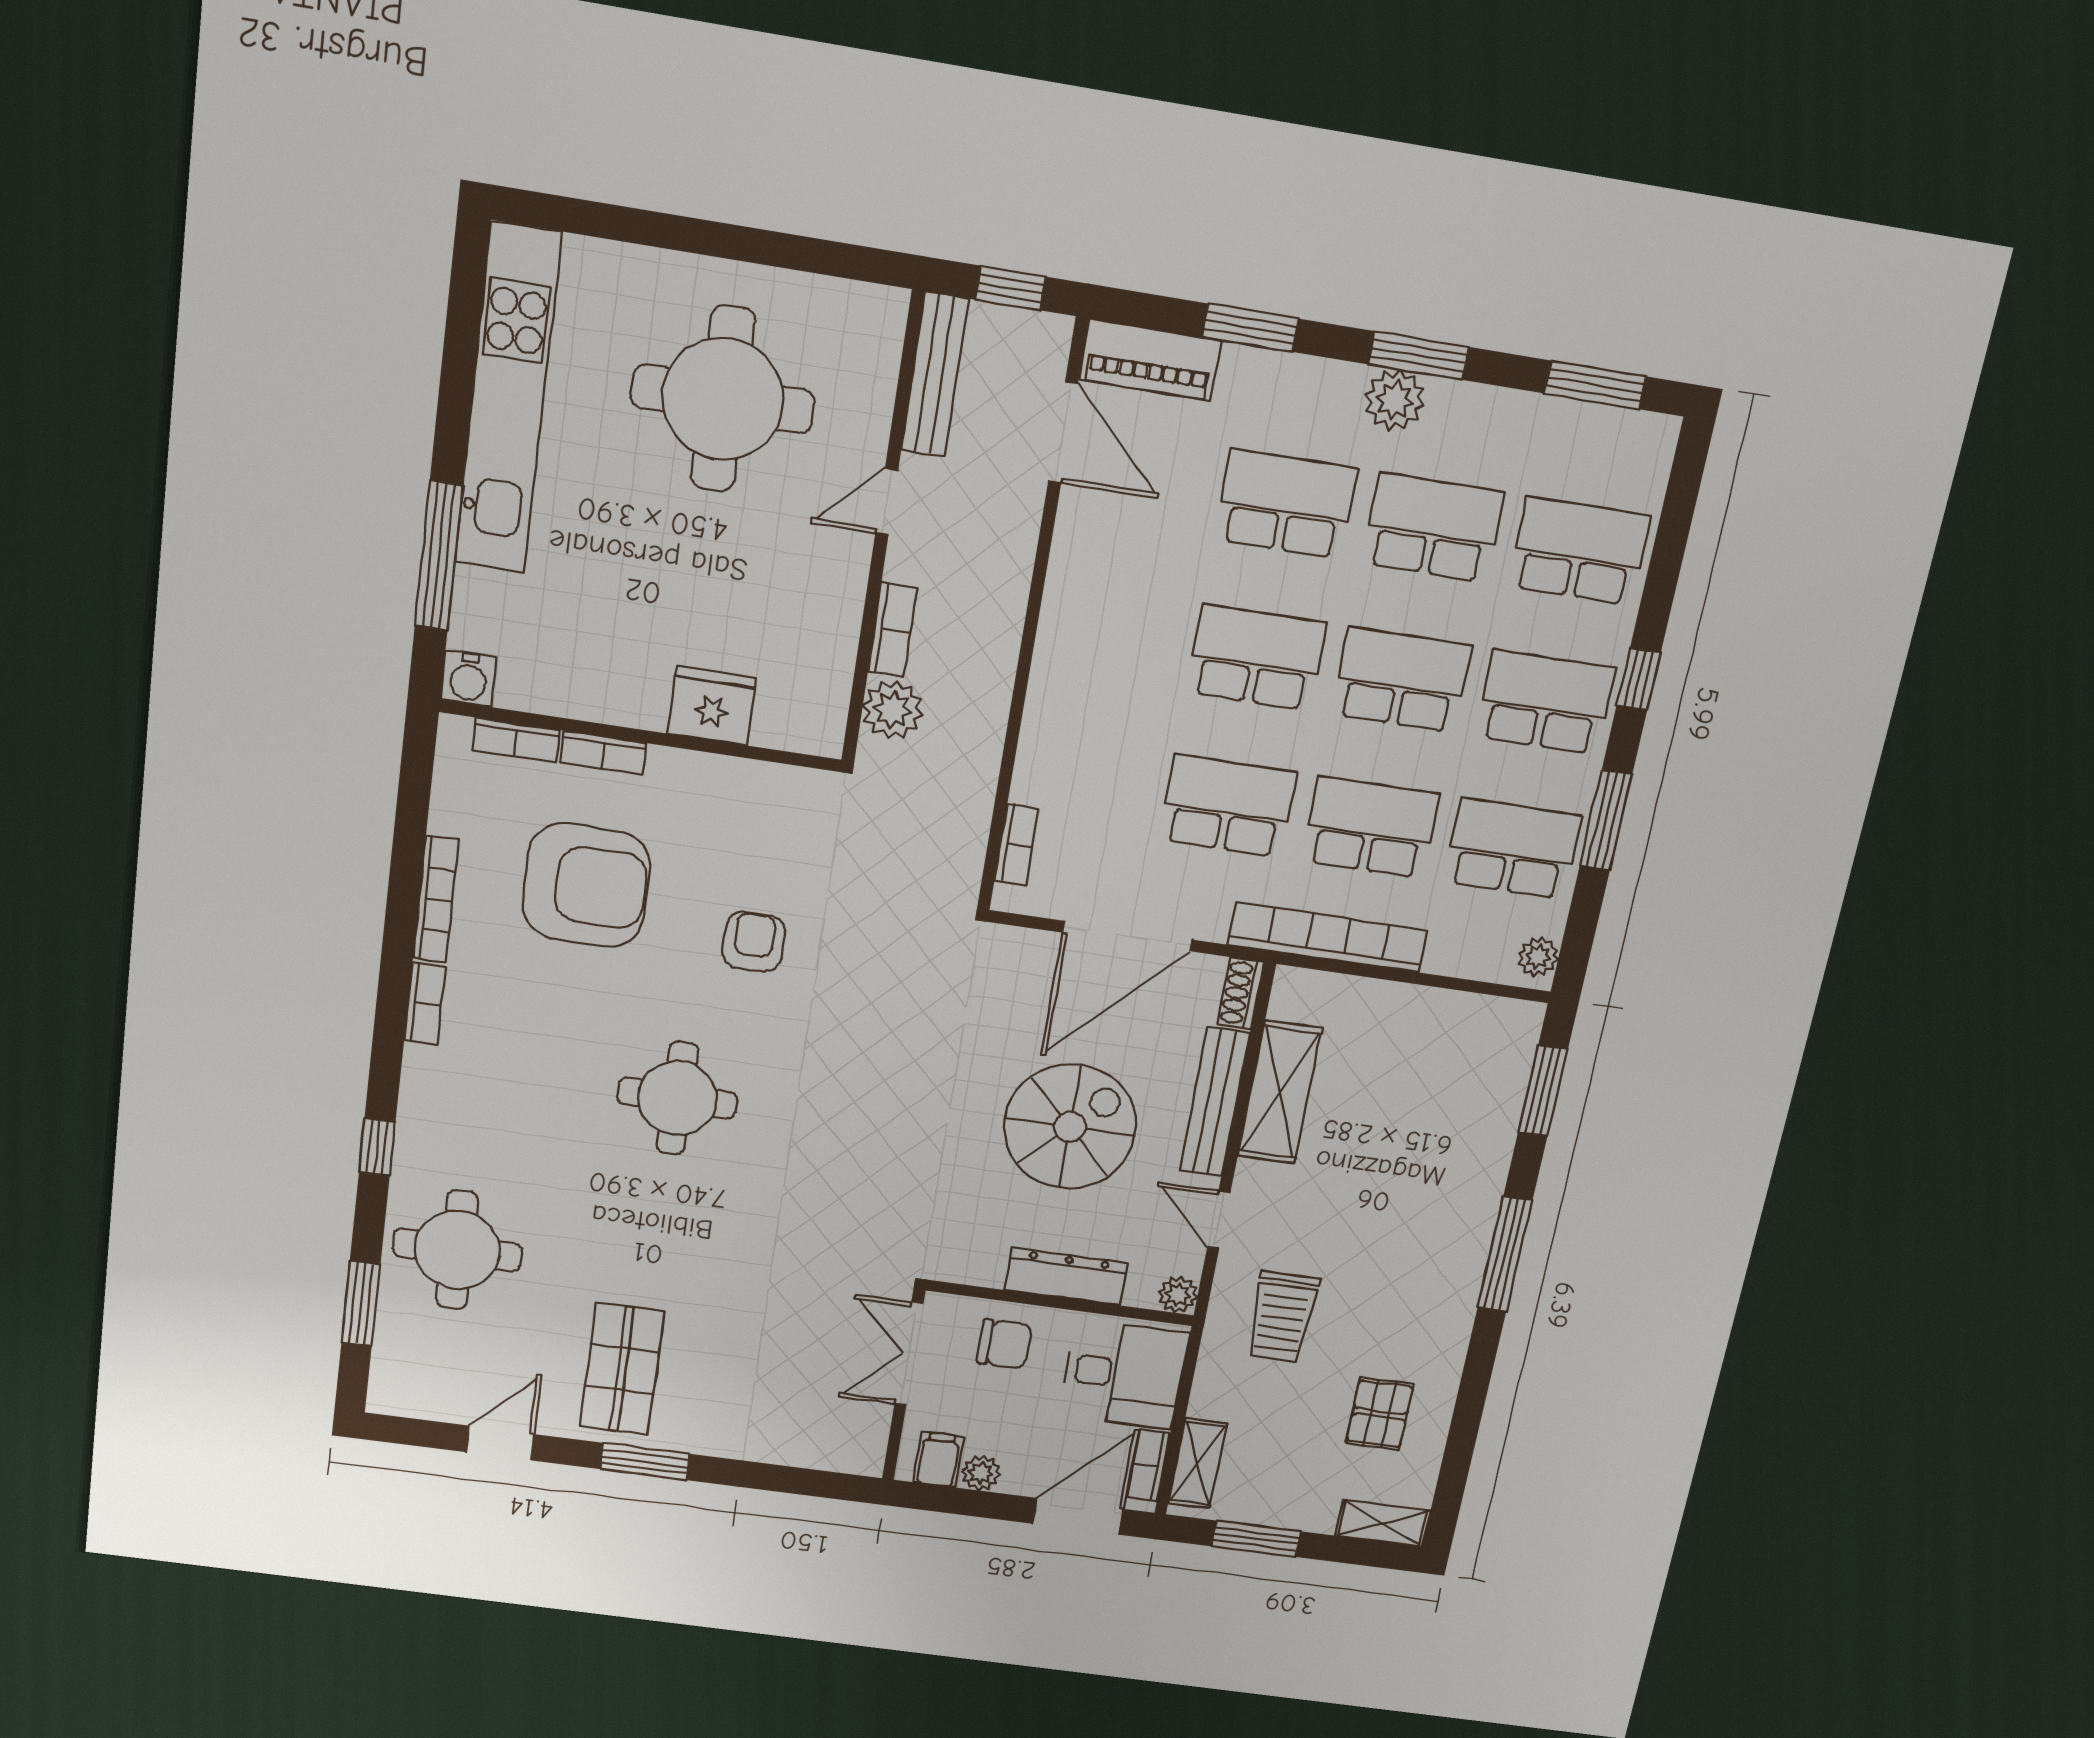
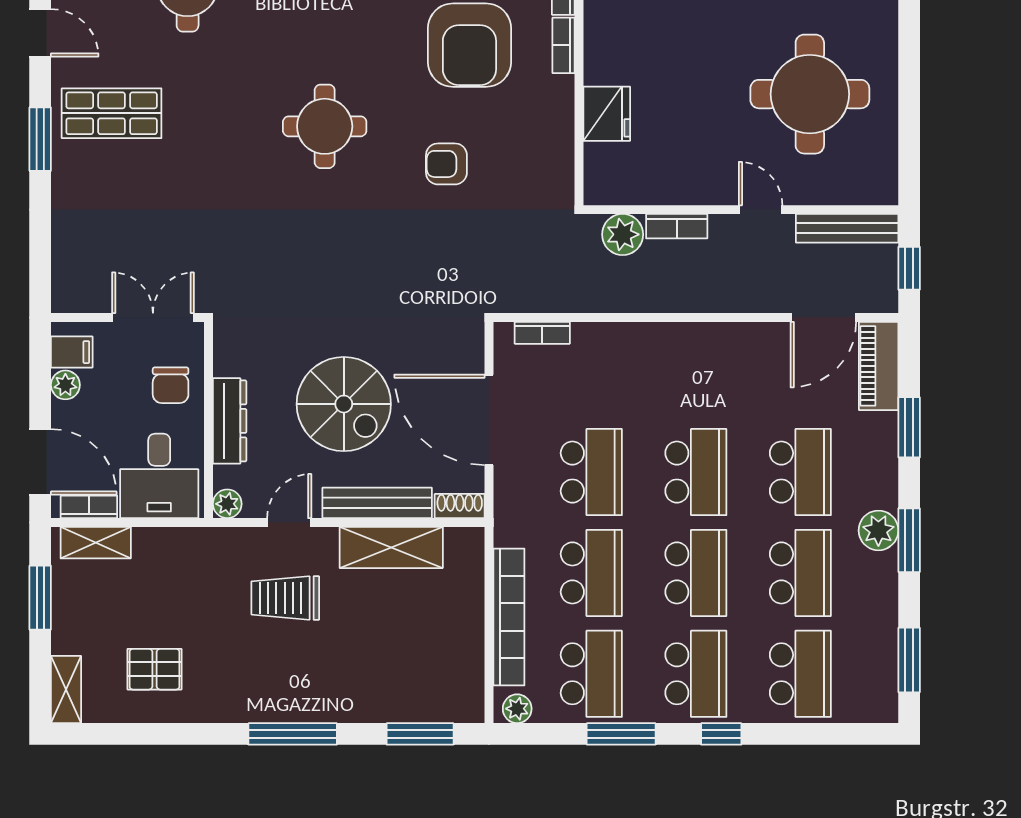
bookcase: (1328, 938) -> (509, 617), moved
armchair: (754, 942) -> (446, 164), turned 180
trolley: (1282, 1317) -> (285, 598), moved

